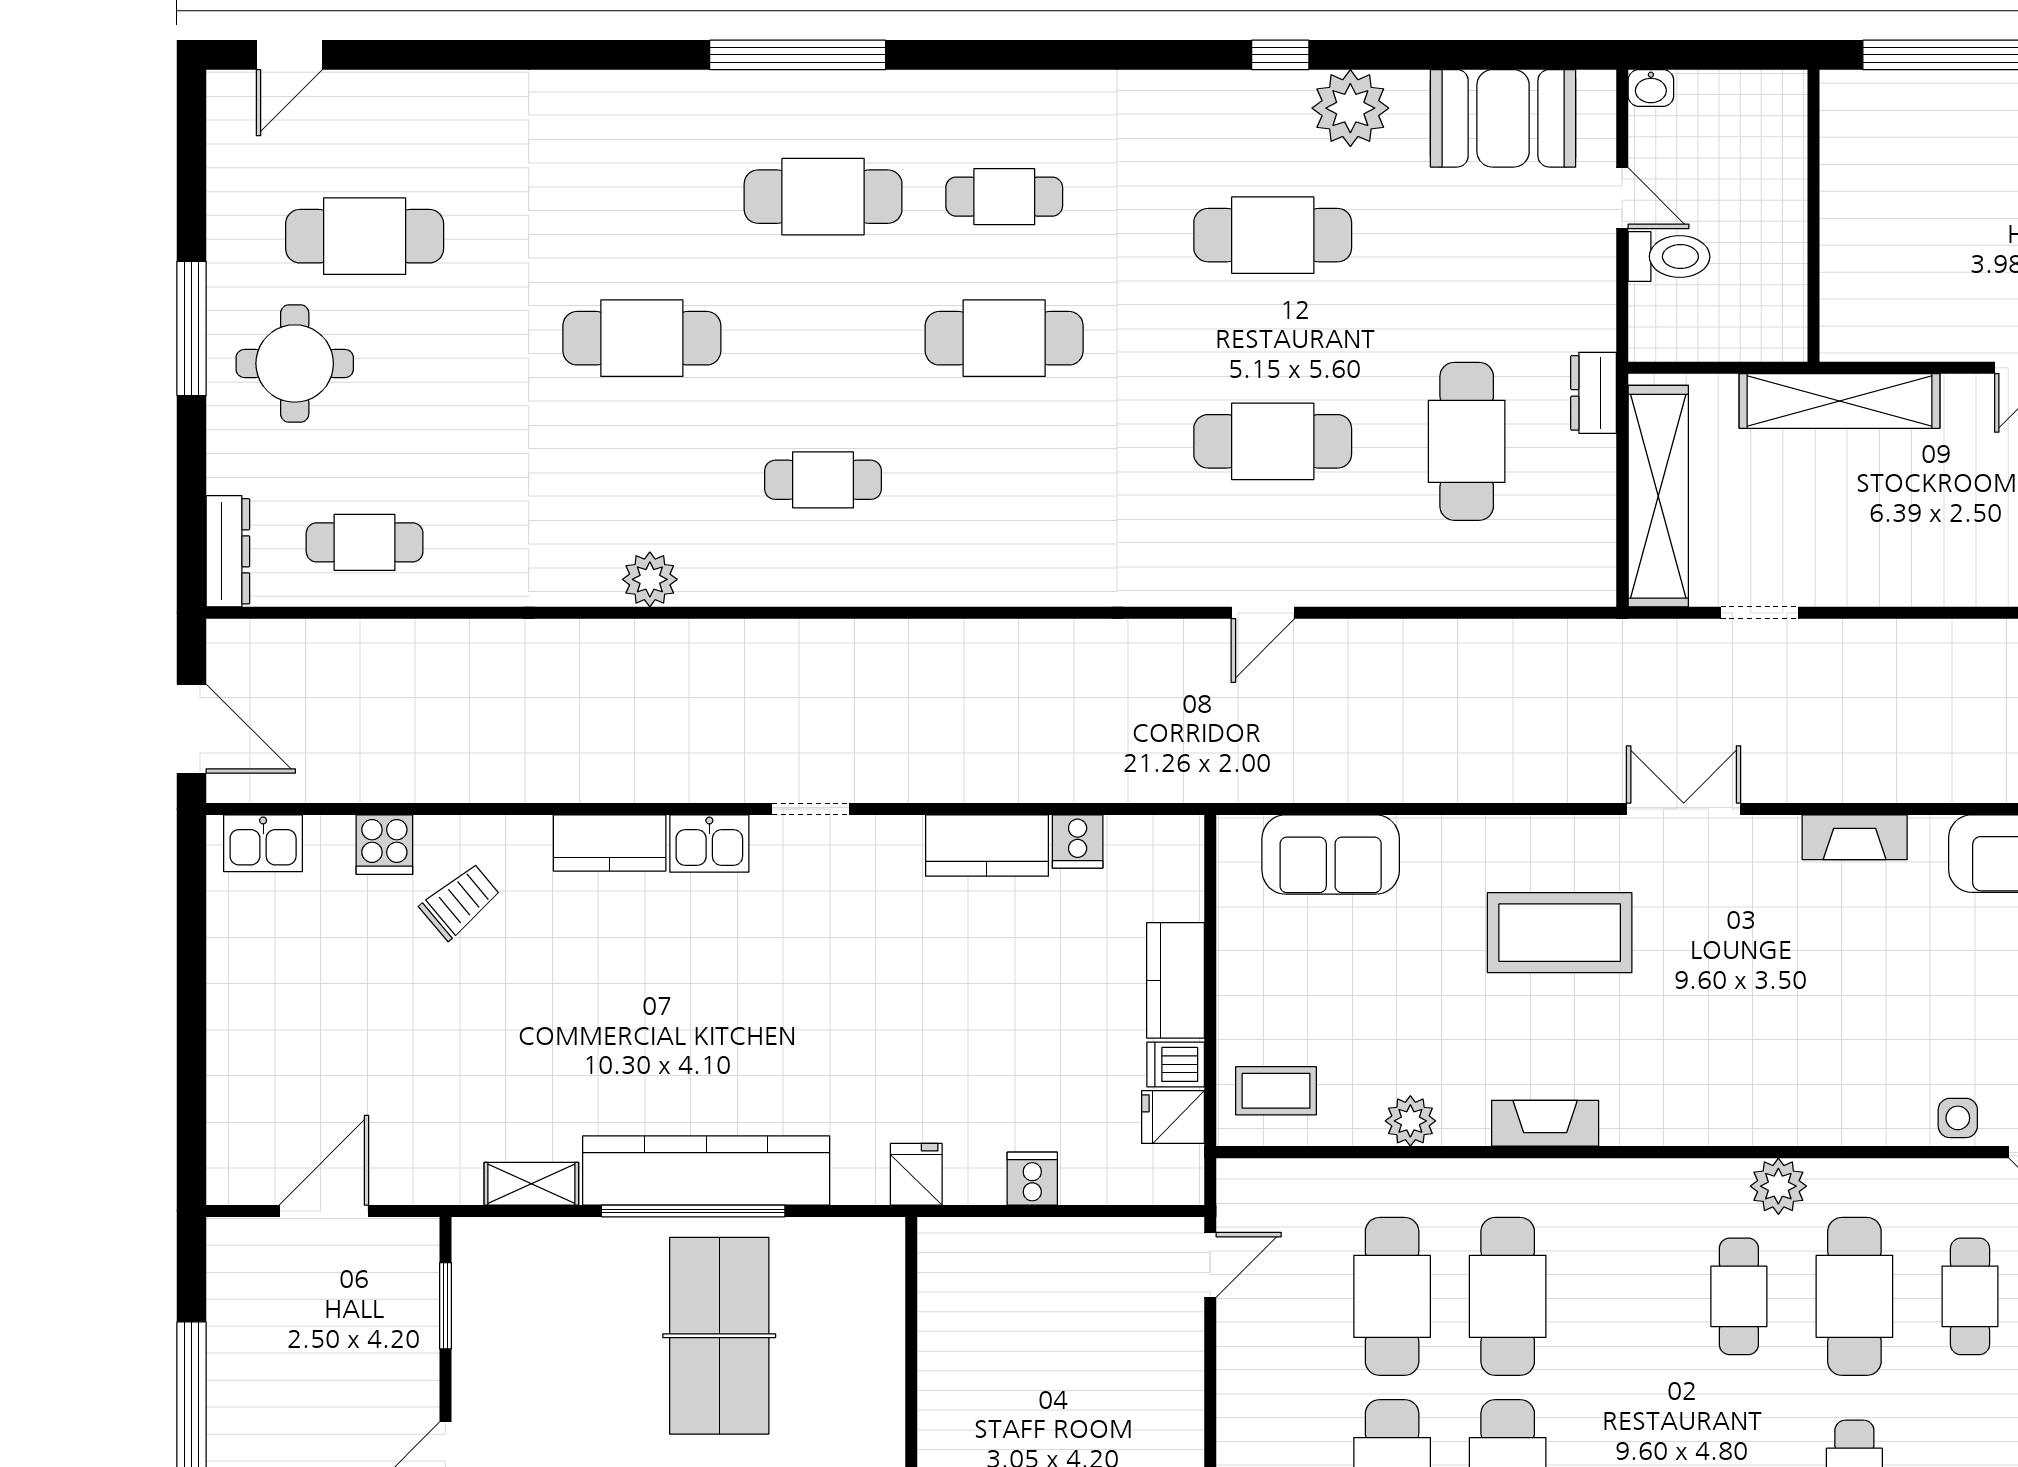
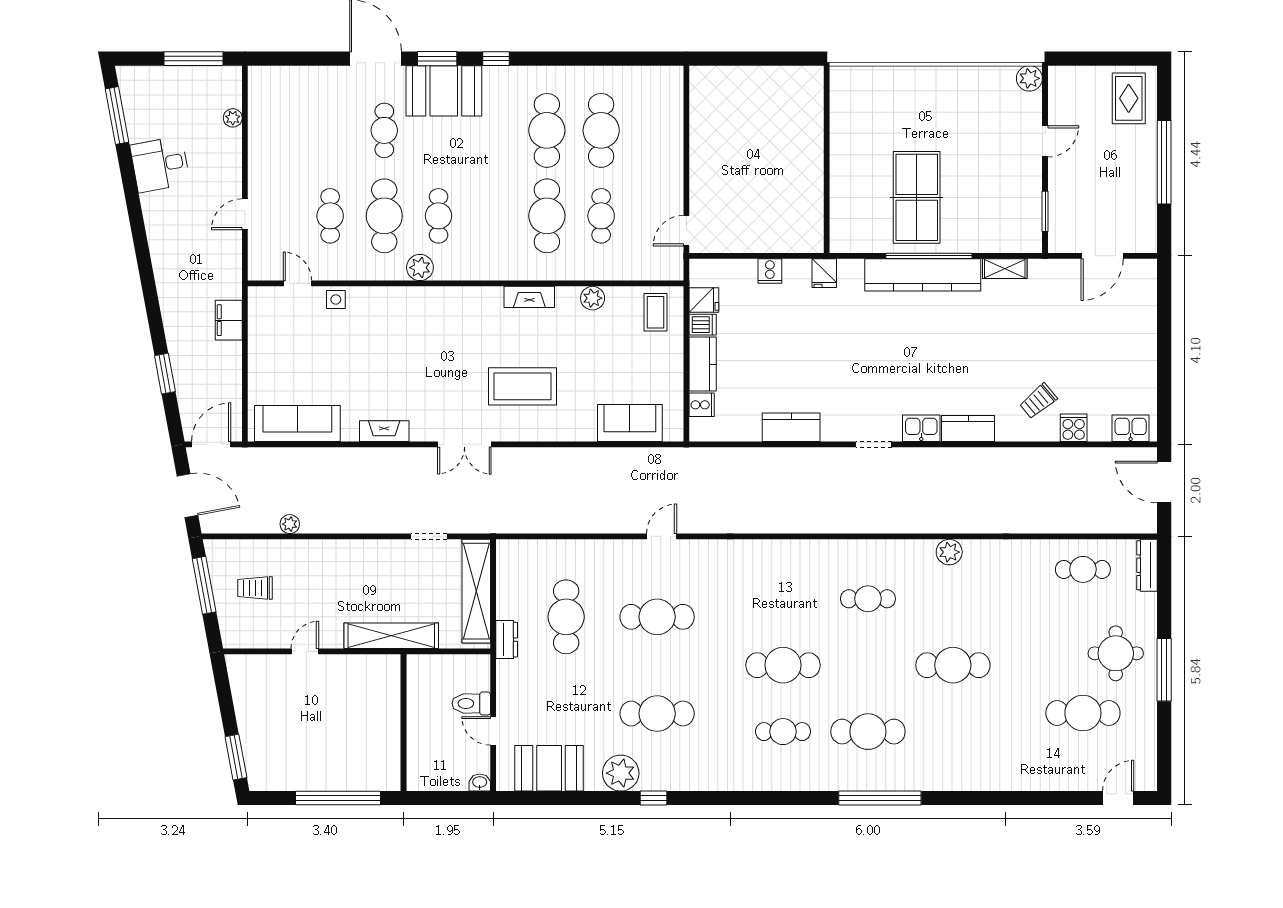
cooker: (1078, 841) -> (702, 405), moved, turned 90
coffee table: (1276, 1091) -> (656, 312), turned 90
cafe table: (1392, 1296) -> (601, 216), width x0.73, depth x0.74

